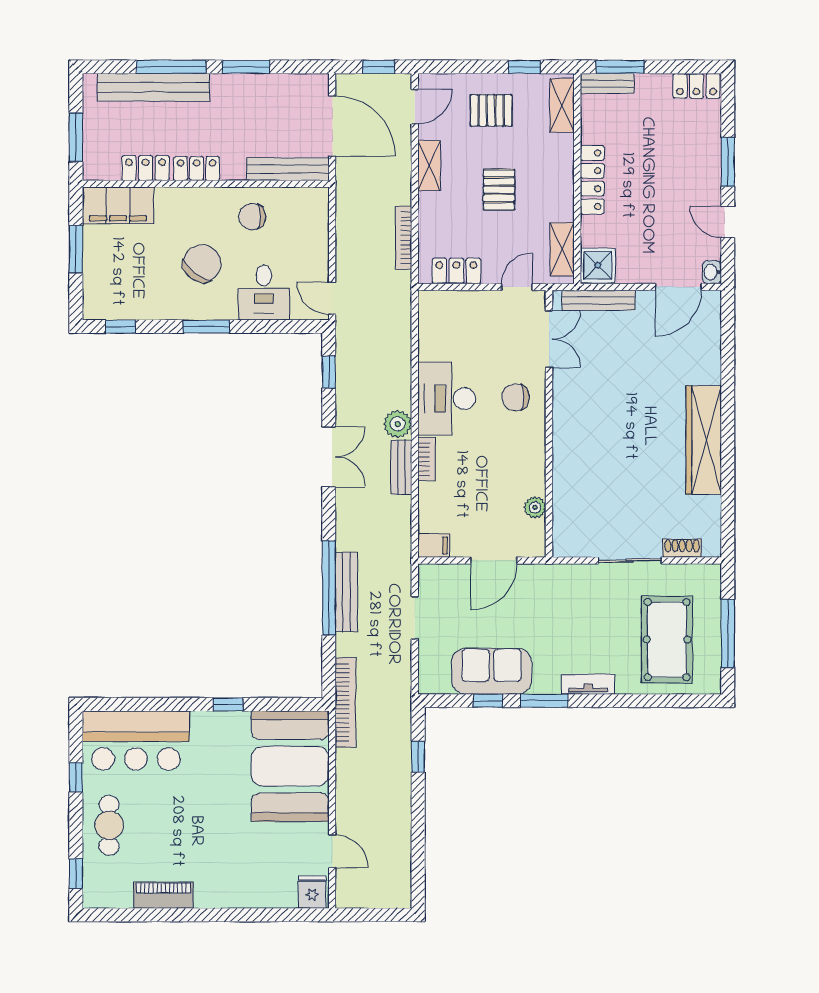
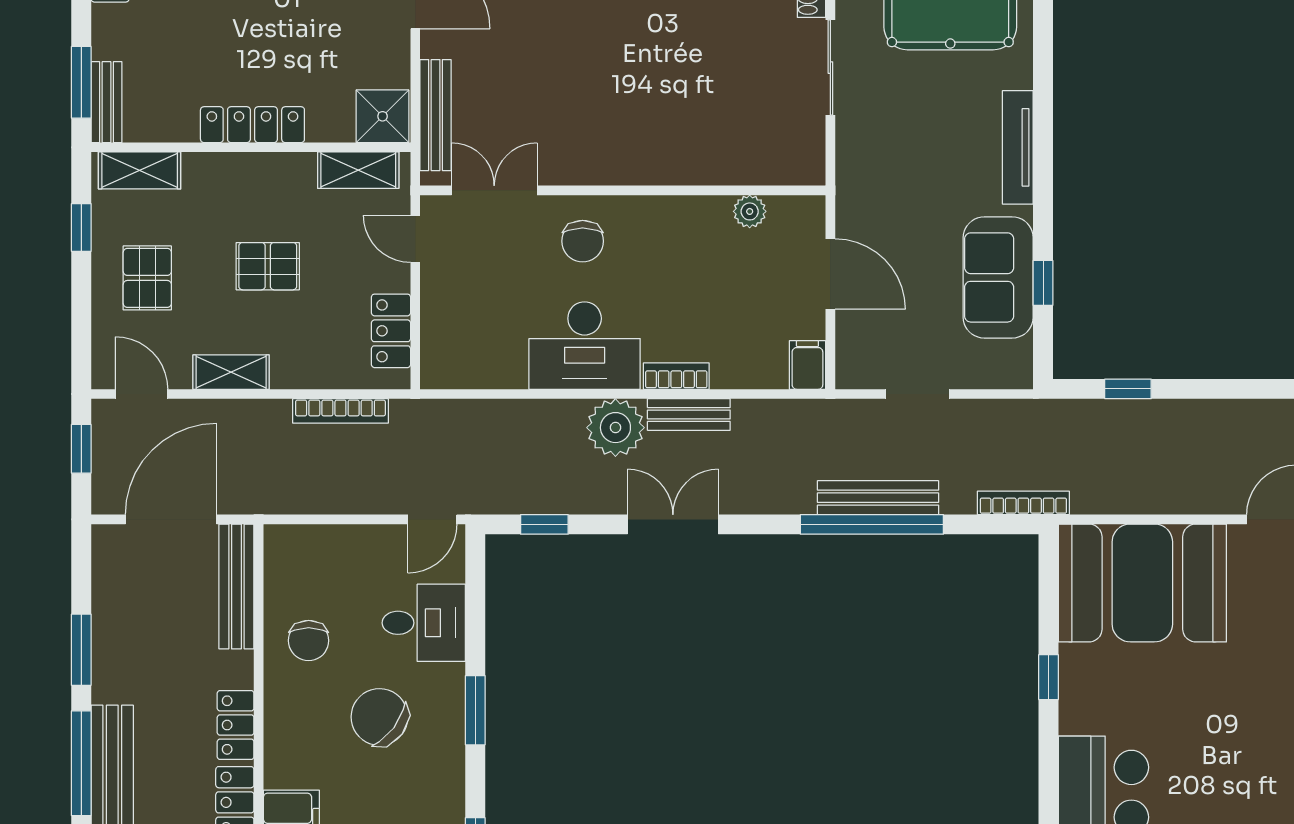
plant: (398, 424) -> (615, 428), width x1.36, depth x1.36
tv unit: (588, 684) -> (1018, 147), width x1.41
window: (544, 701) -> (1043, 198), removed
bookcase: (345, 702) -> (1023, 503), width x0.68, depth x0.76

